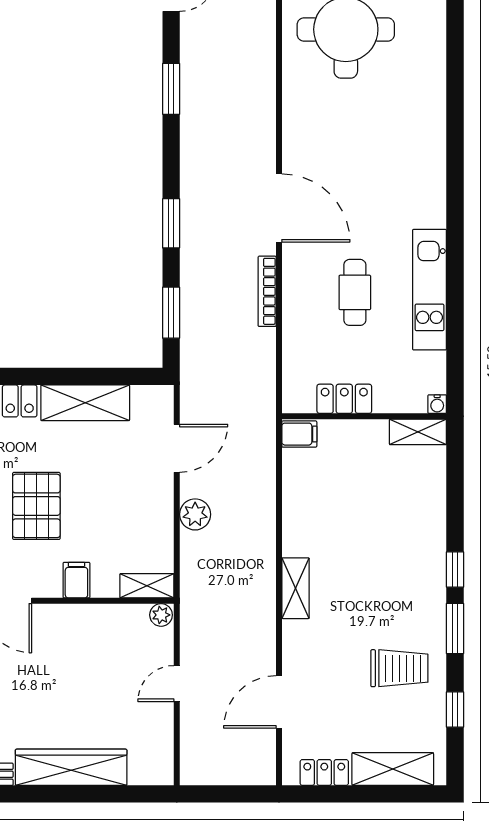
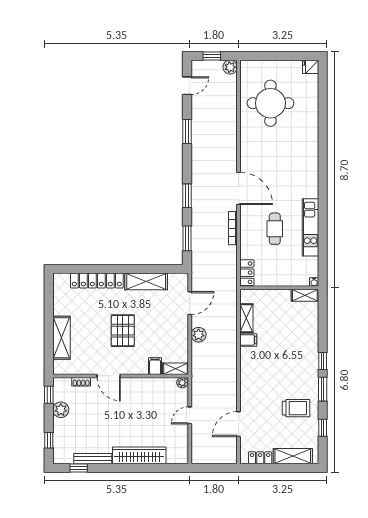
locker: (344, 399) -> (247, 273), moved, turned 90
filing cabinet: (299, 434) -> (248, 340), moved
filing cabinet: (76, 580) -> (155, 366), moved
shelving: (295, 588) -> (246, 318), moved

